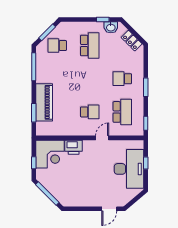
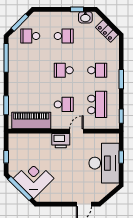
school desk: (90, 46) -> (64, 36), width x0.54
school desk: (90, 79) -> (64, 70), added
school desk: (122, 79) -> (97, 70), turned 180
piano: (44, 102) -> (31, 120), moved, turned -90
printer: (74, 147) -> (61, 141), moved
corner desk: (50, 154) -> (34, 178), moved, turned -135

